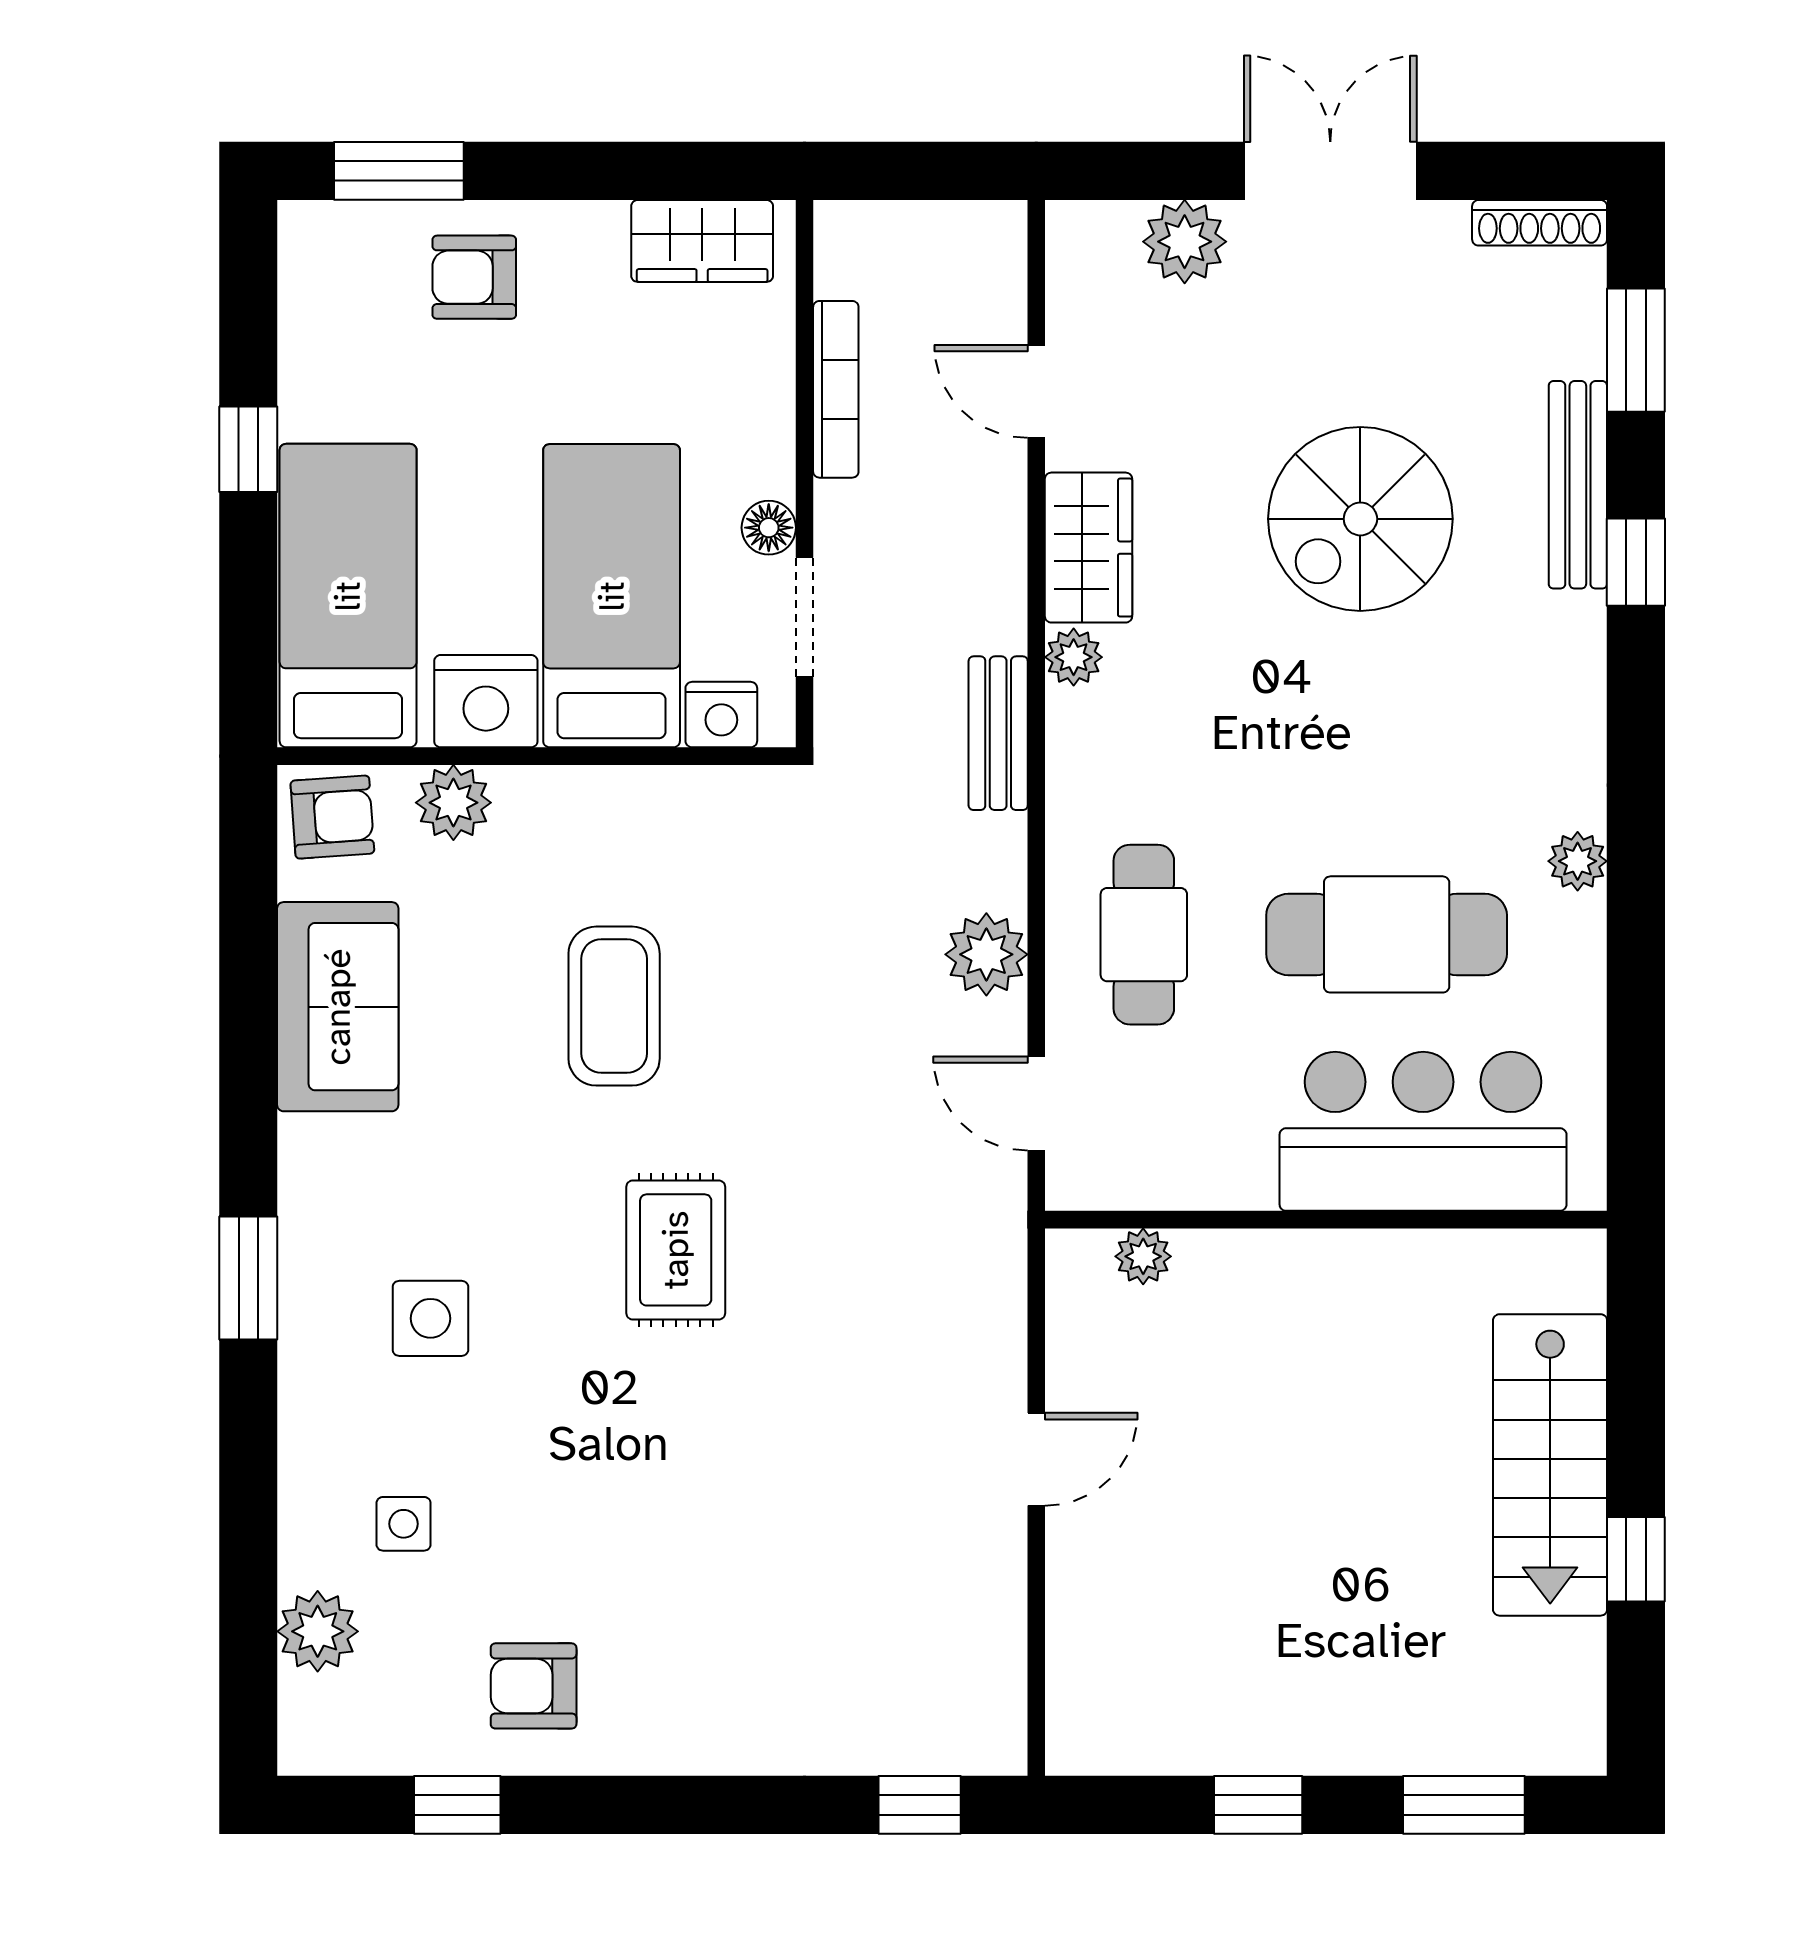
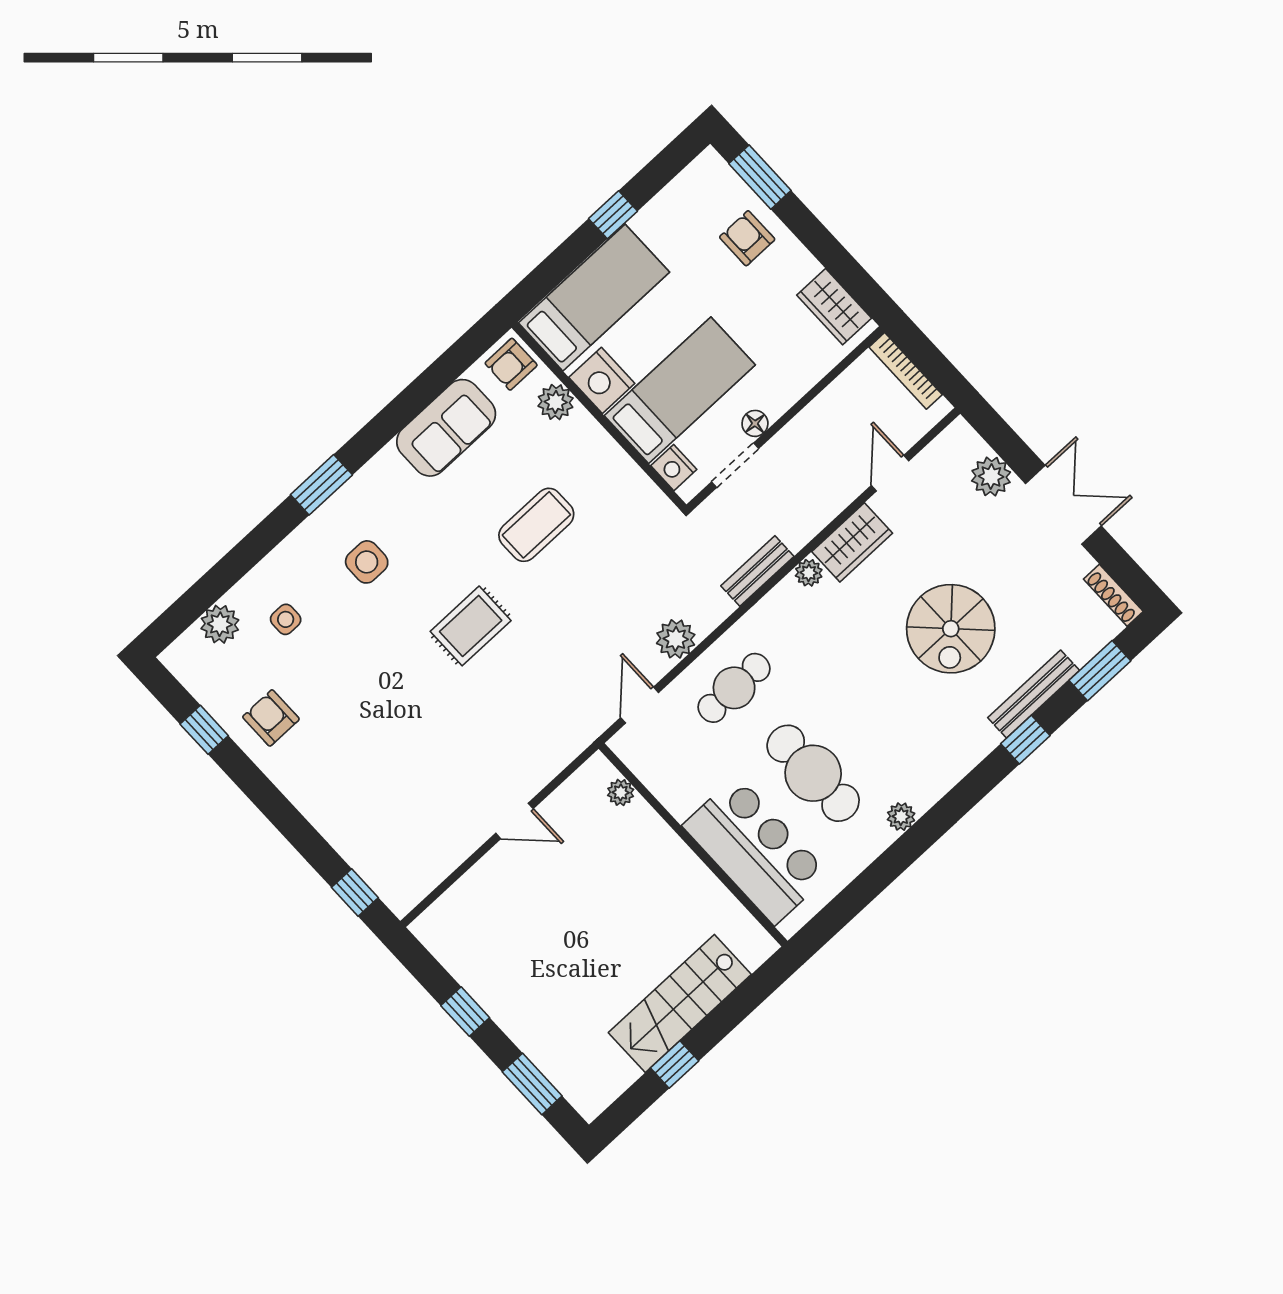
bookcase: (836, 389) -> (906, 371), moved, turned 90
spiral stairs: (1360, 519) -> (951, 629), turned -90
armchair: (332, 817) -> (511, 364), turned 94

